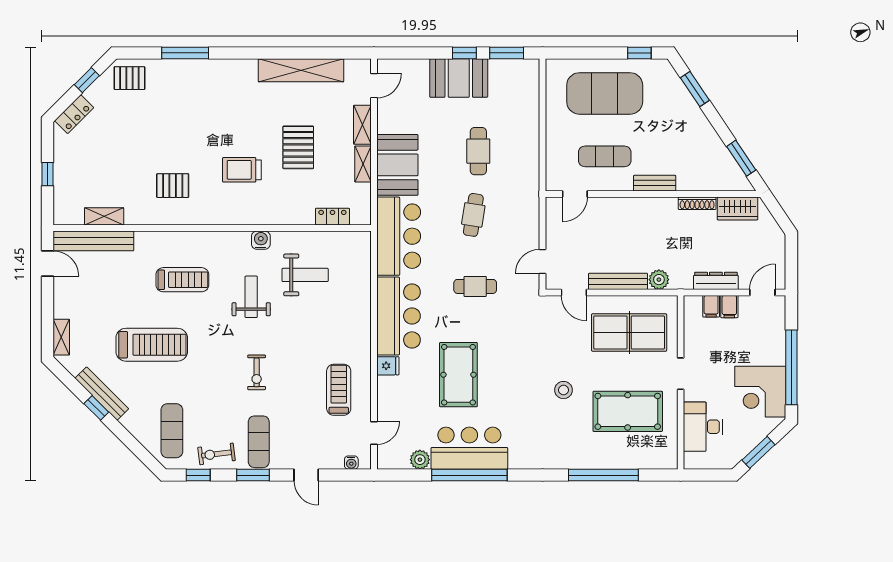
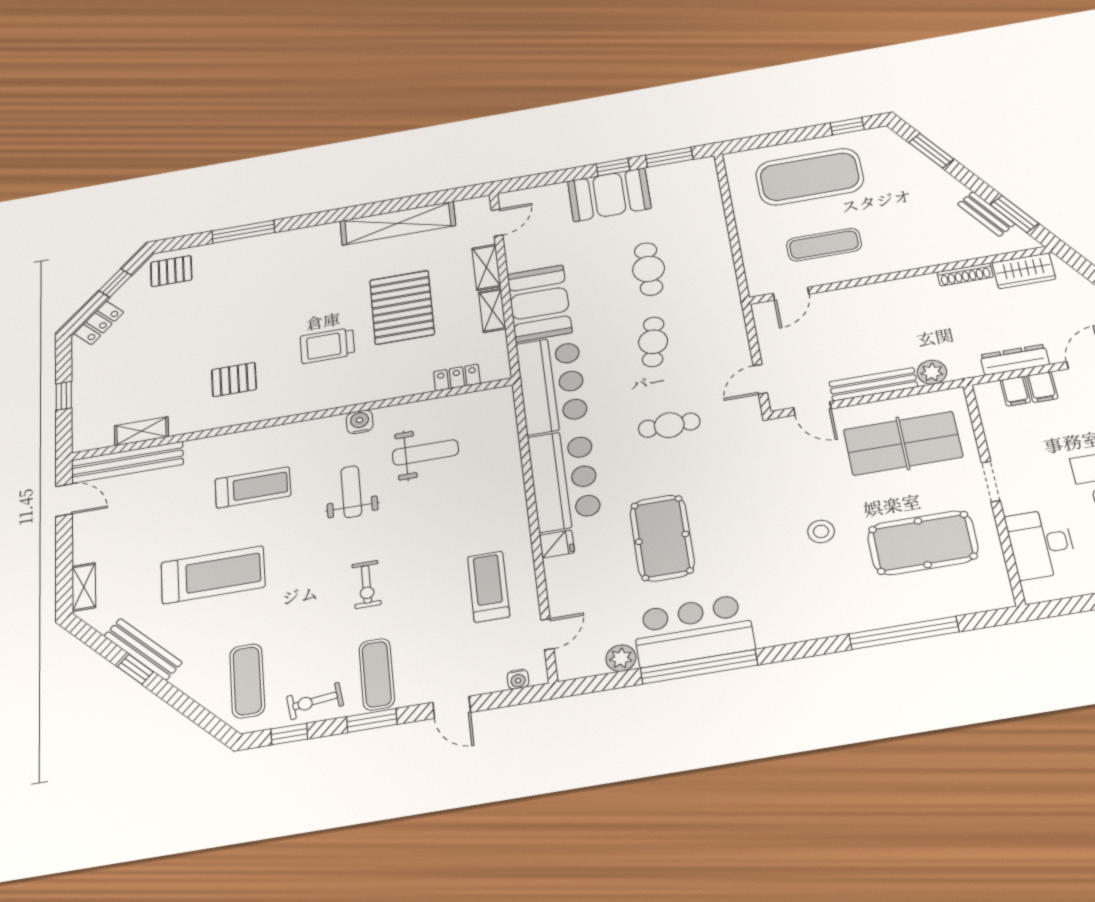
pallet: (298, 147) -> (402, 307), width x1.37, depth x1.41
bench: (655, 183) -> (986, 214), moved, turned 56

